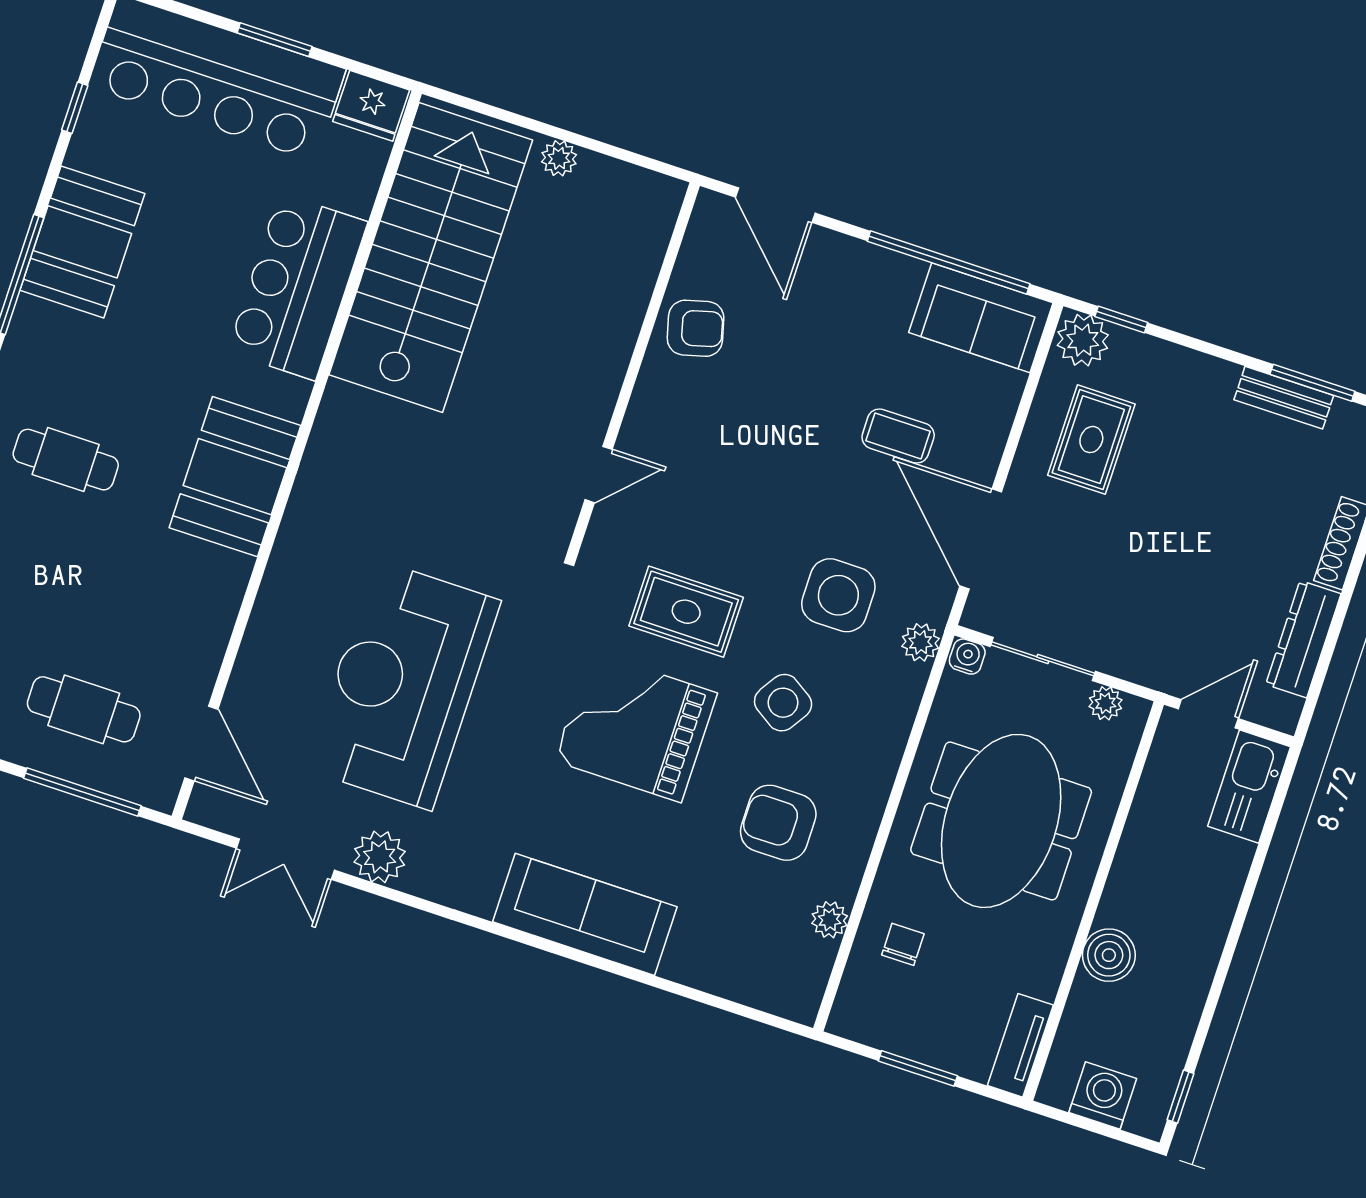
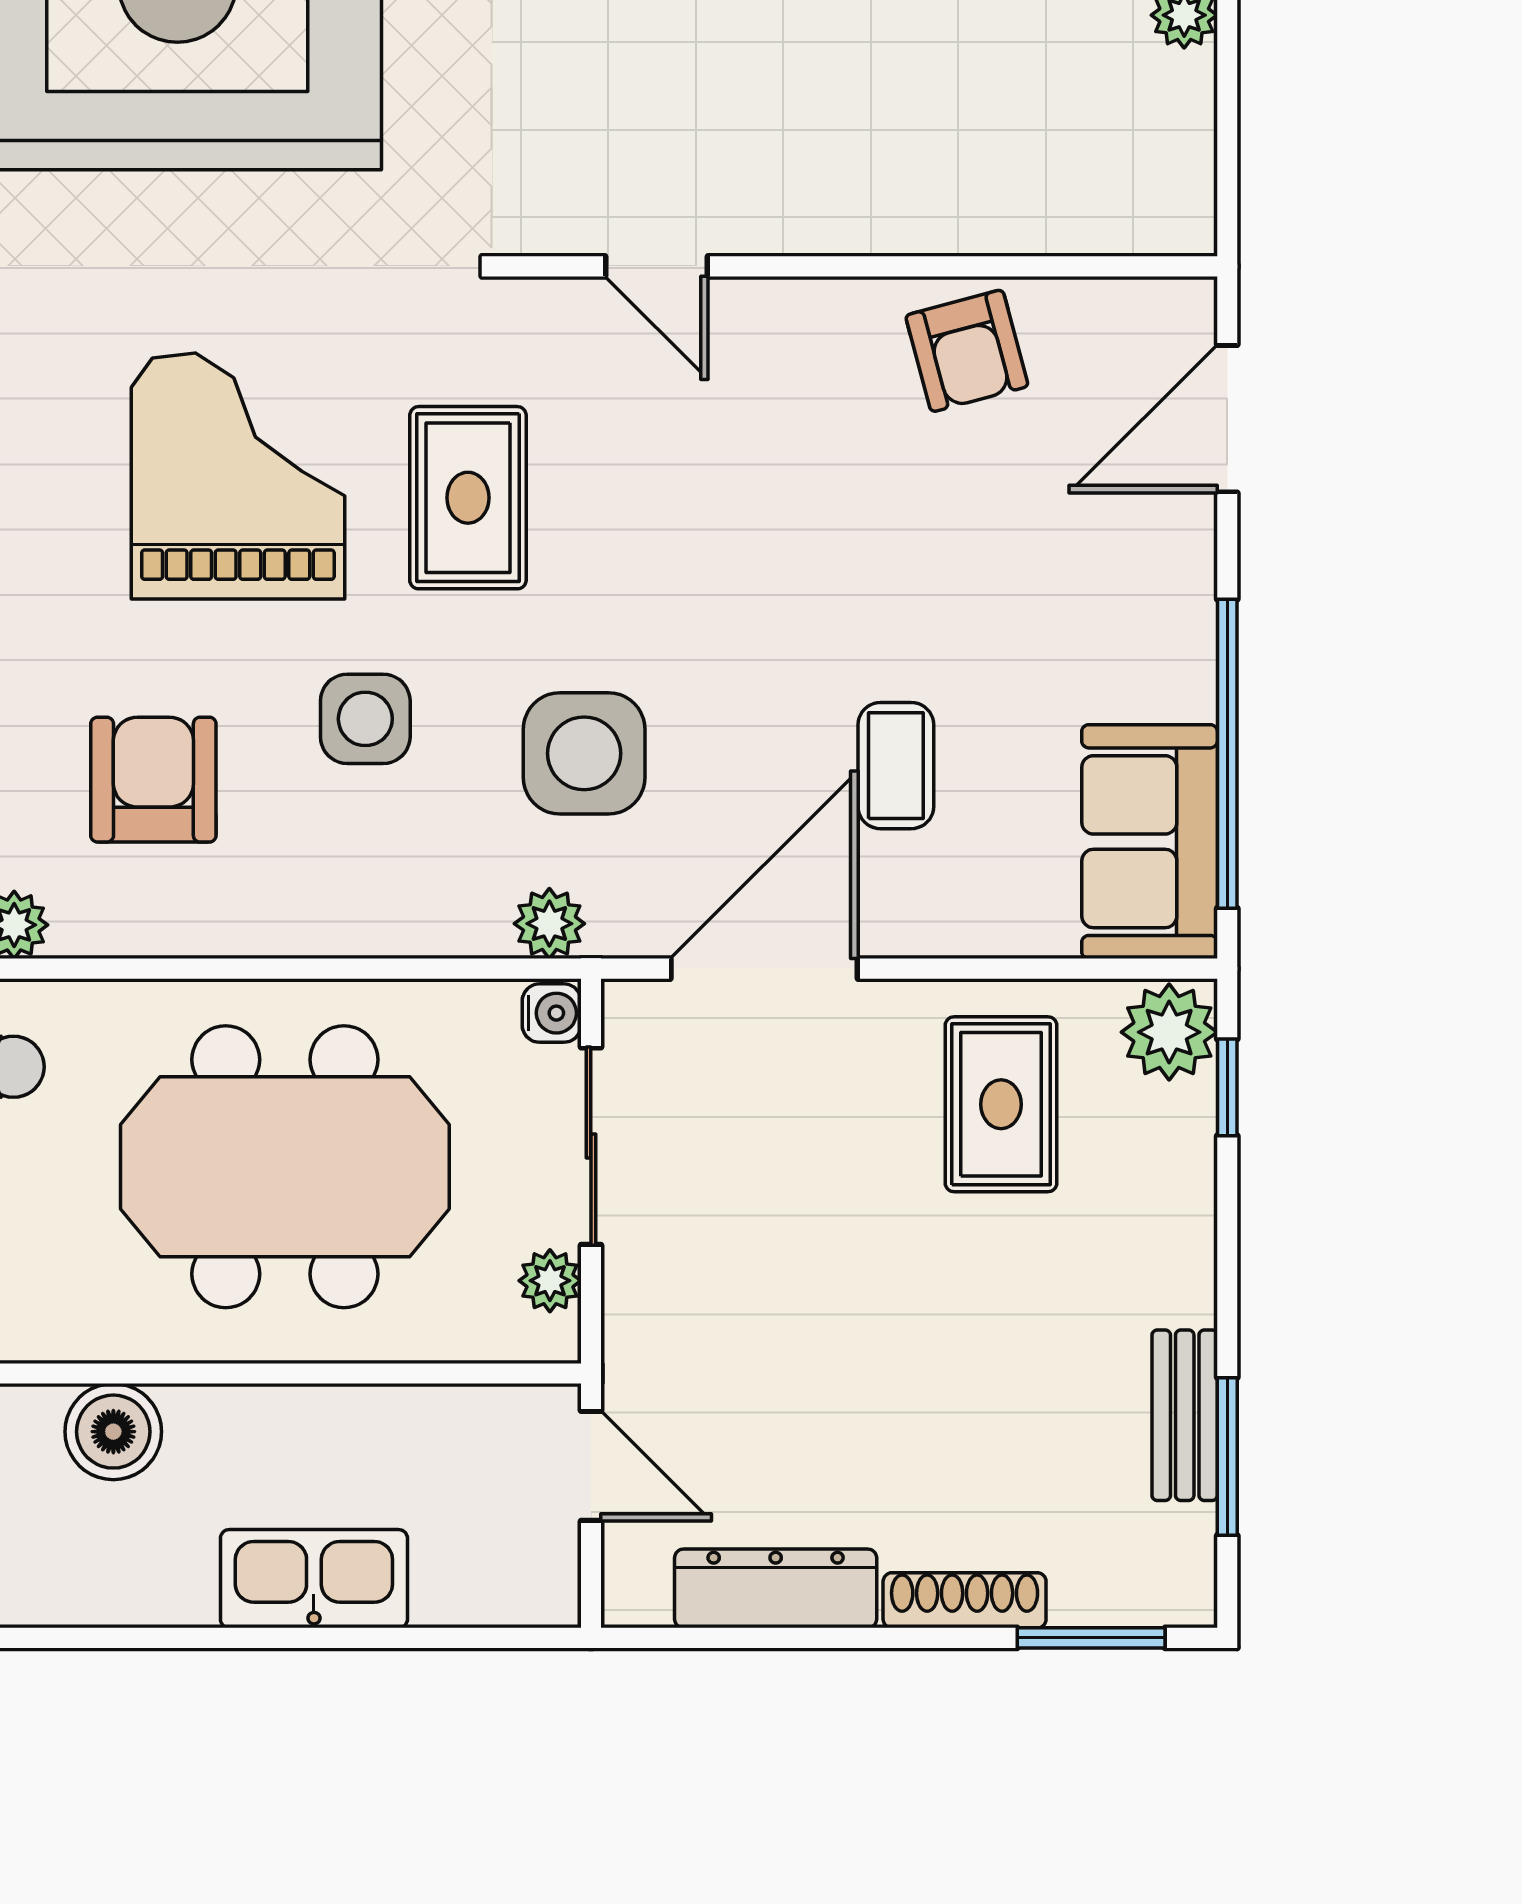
rug: (1091, 440) -> (1001, 1104), turned 90
side table: (783, 703) -> (365, 719), turned -33
kitchen sink: (1249, 787) -> (314, 1579), moved

